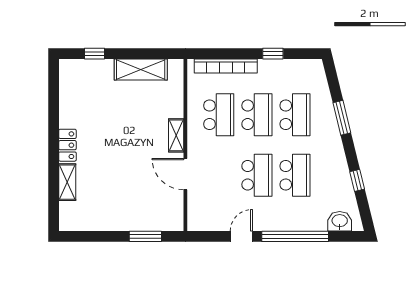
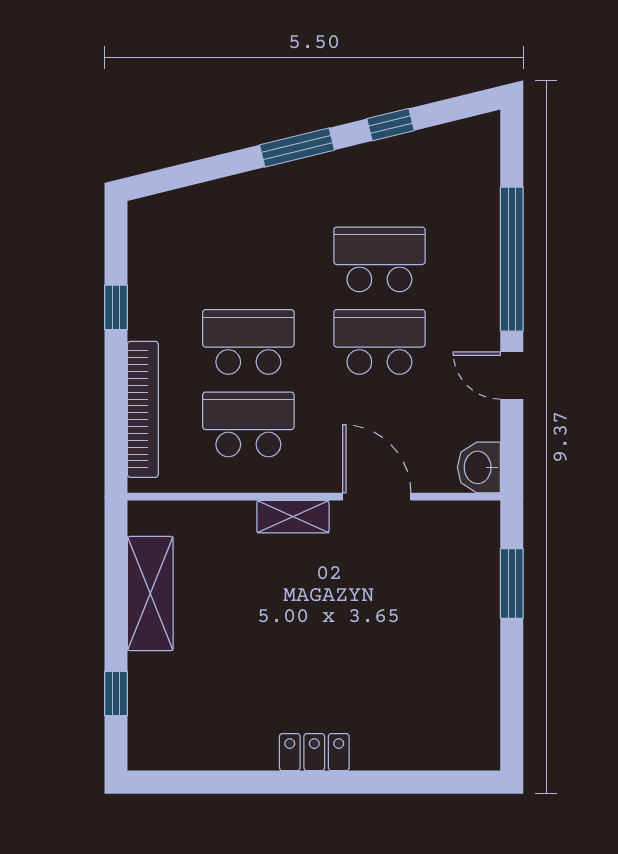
school desk: (295, 115) -> (248, 259), removed
window: (342, 118) -> (297, 148), moved
door: (185, 174) -> (377, 497), swing flipped
shelving: (67, 182) -> (394, 753), removed
washbasin: (340, 221) -> (479, 467), moved

